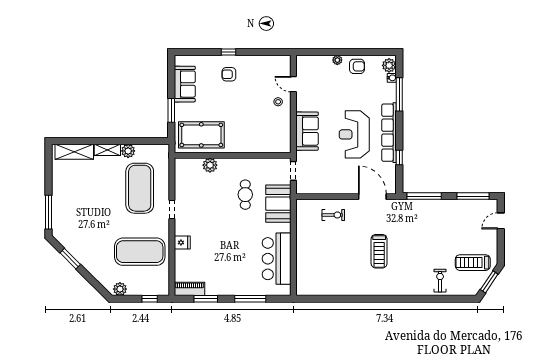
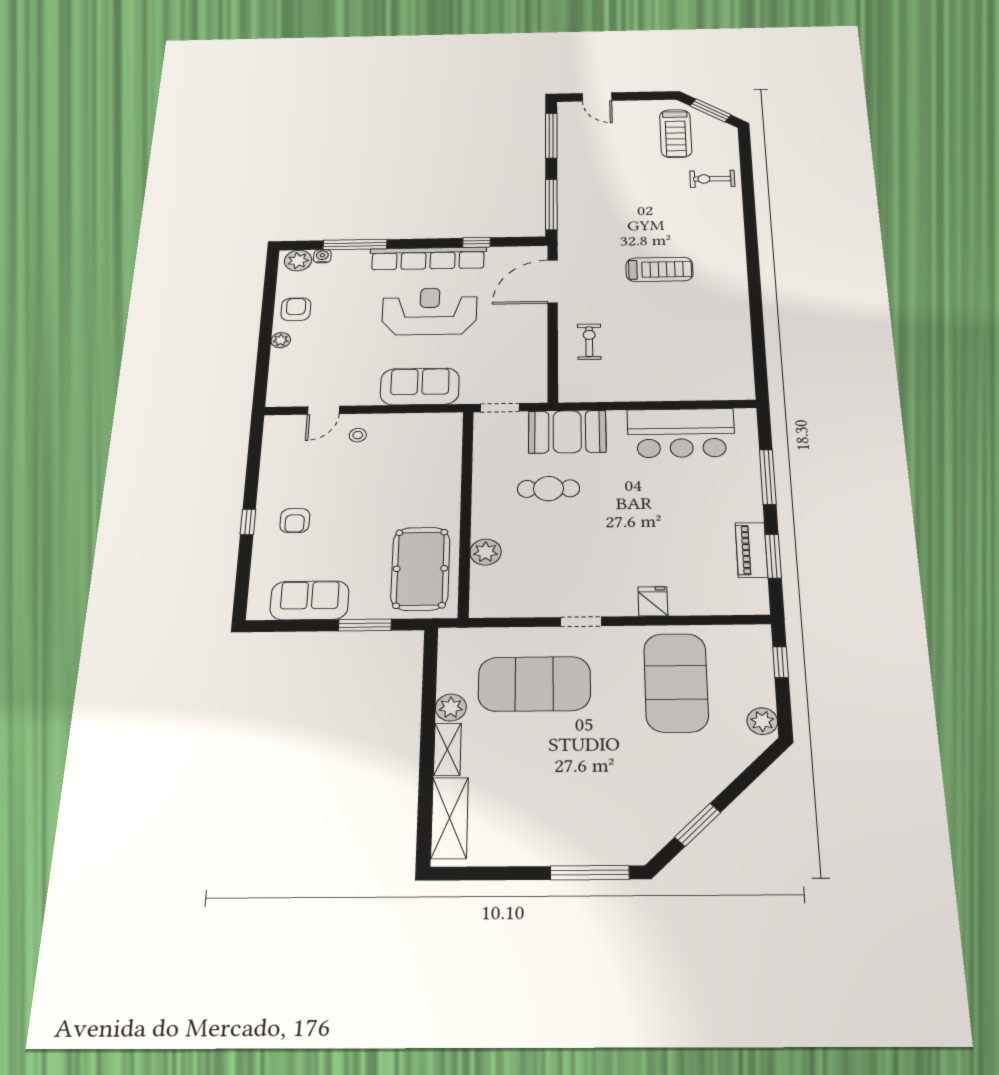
reception desk: (354, 134) -> (430, 311), turned 180
piano: (189, 289) -> (751, 550), moved

